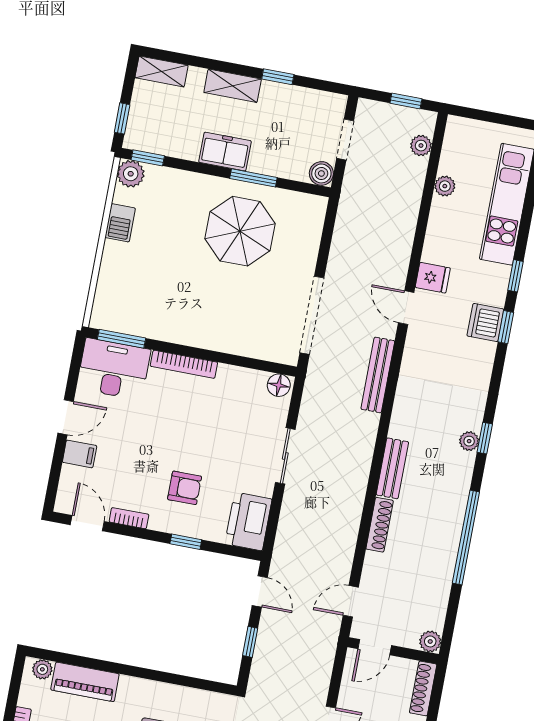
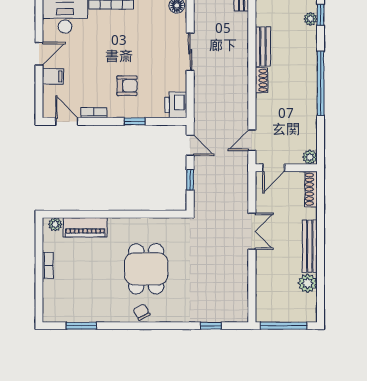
printer: (248, 521) -> (176, 105), width x0.73, depth x0.84
shoe rack: (380, 525) -> (261, 80), width x0.70

